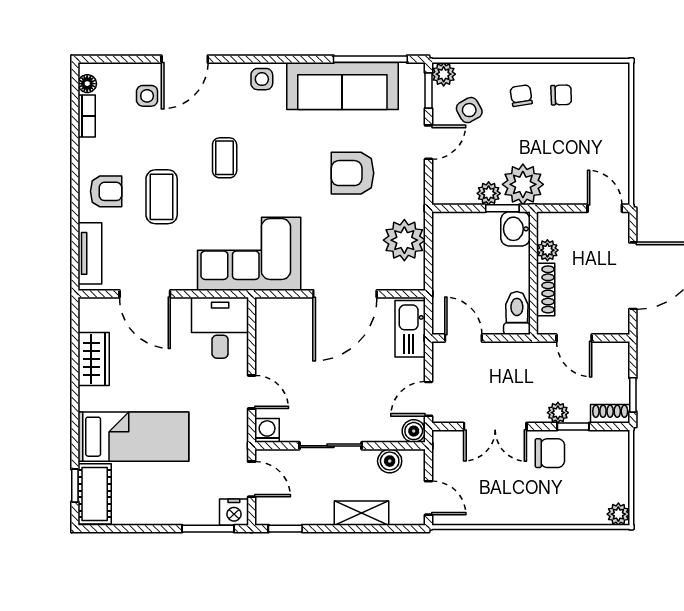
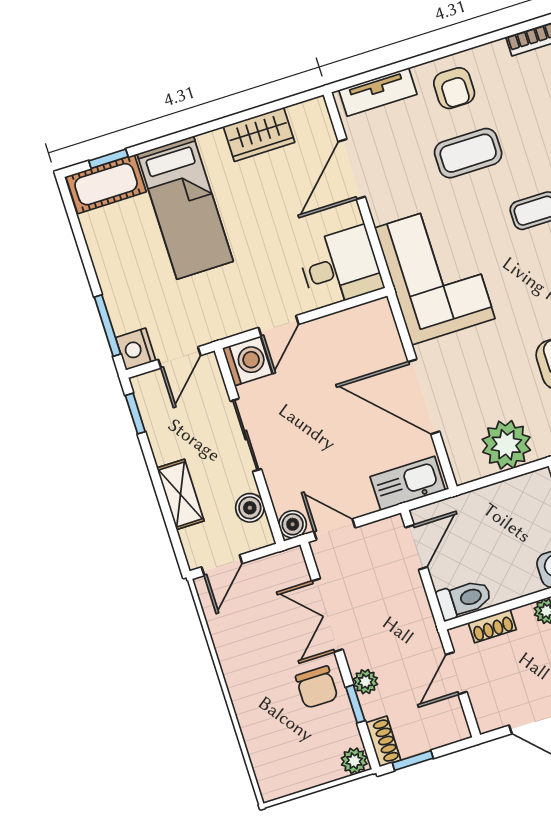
shoe rack: (546, 289) -> (492, 626), width x0.70
washing machine: (267, 430) -> (247, 361), width x1.38, depth x1.38
plant: (618, 514) -> (354, 761), moved

